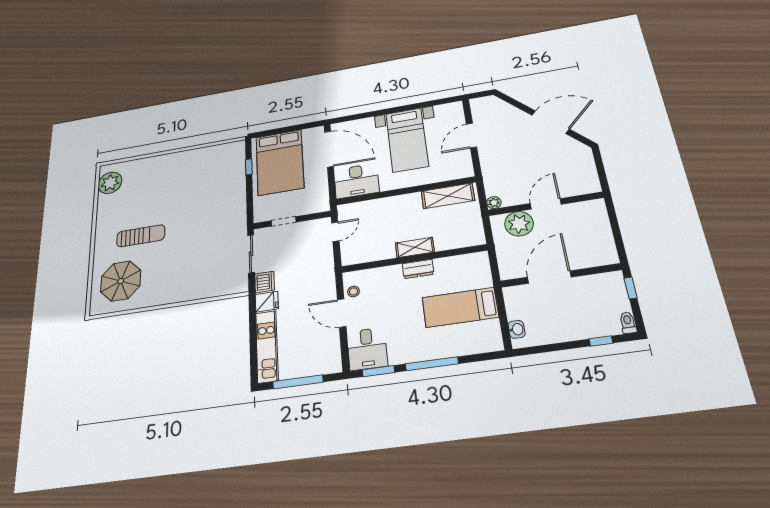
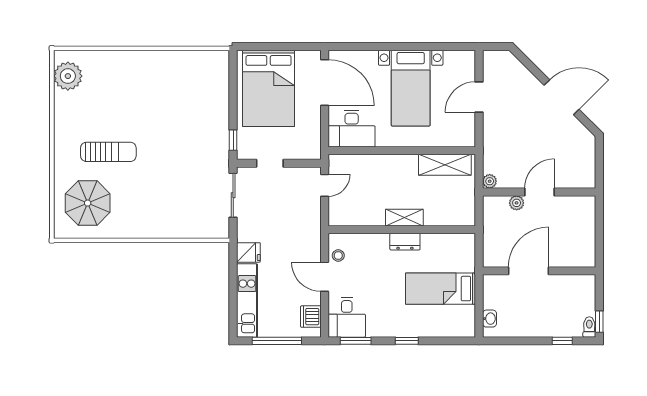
window: (249, 167) -> (233, 140), moved
plant: (519, 224) -> (517, 203), width x0.53, depth x0.53
dishwasher: (265, 282) -> (311, 317), moved, turned 180
window: (631, 288) -> (599, 322), moved
window: (432, 364) -> (407, 341), width x0.46

